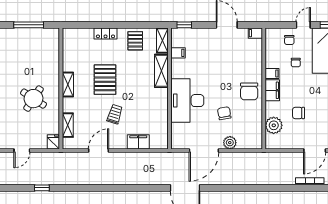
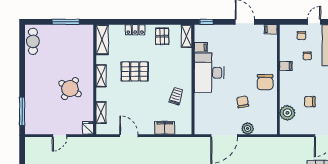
shelving: (161, 71) -> (102, 40), moved
pallet: (105, 80) -> (135, 71), turned 90
filing cabinet: (272, 90) -> (286, 81), removed
desk: (187, 101) -> (209, 73), moved
trolley: (115, 114) -> (176, 96), moved
door: (99, 151) -> (129, 136), hinge flipped

